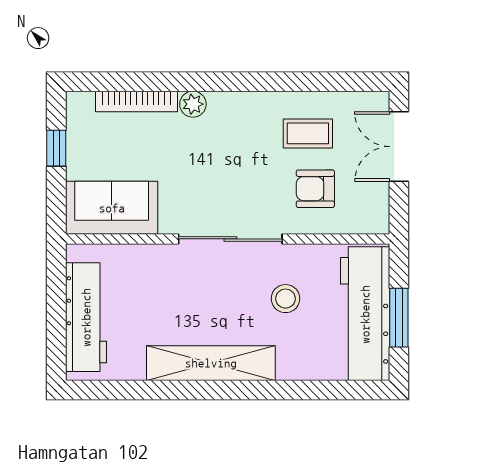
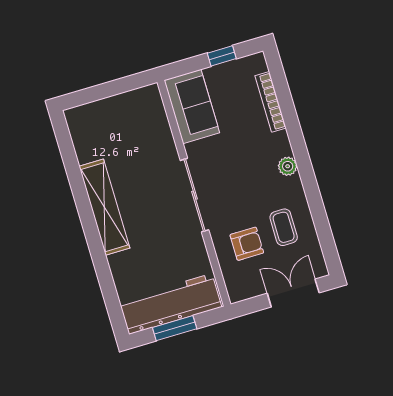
plant: (193, 104) -> (288, 166), moved
armchair: (315, 189) -> (247, 244), turned 90
stool: (285, 299) -> (165, 246), removed
workbench: (86, 317) -> (111, 111), removed

